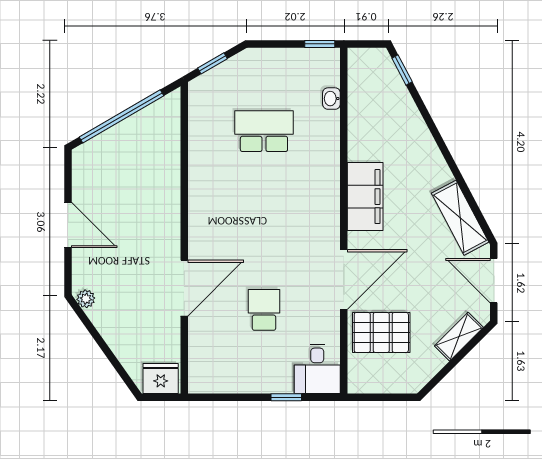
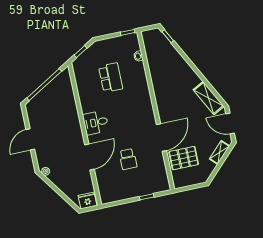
school desk: (264, 131) -> (111, 78), turned 90
filing cabinet: (365, 197) -> (163, 98), removed
door: (68, 225) -> (30, 139), swing flipped
school desk: (264, 310) -> (128, 159), turned 180
desk: (317, 369) -> (96, 123), moved, turned 90

